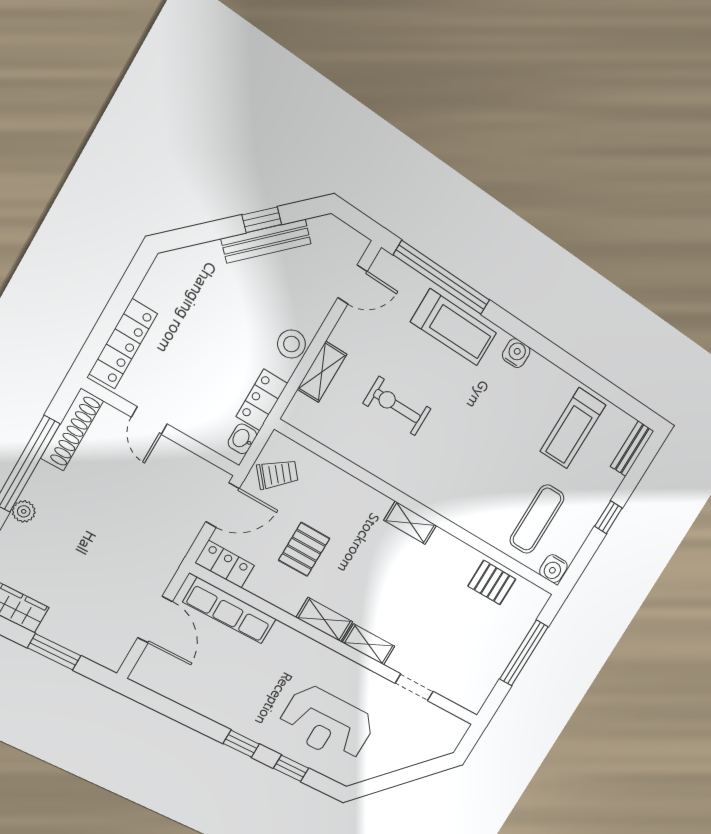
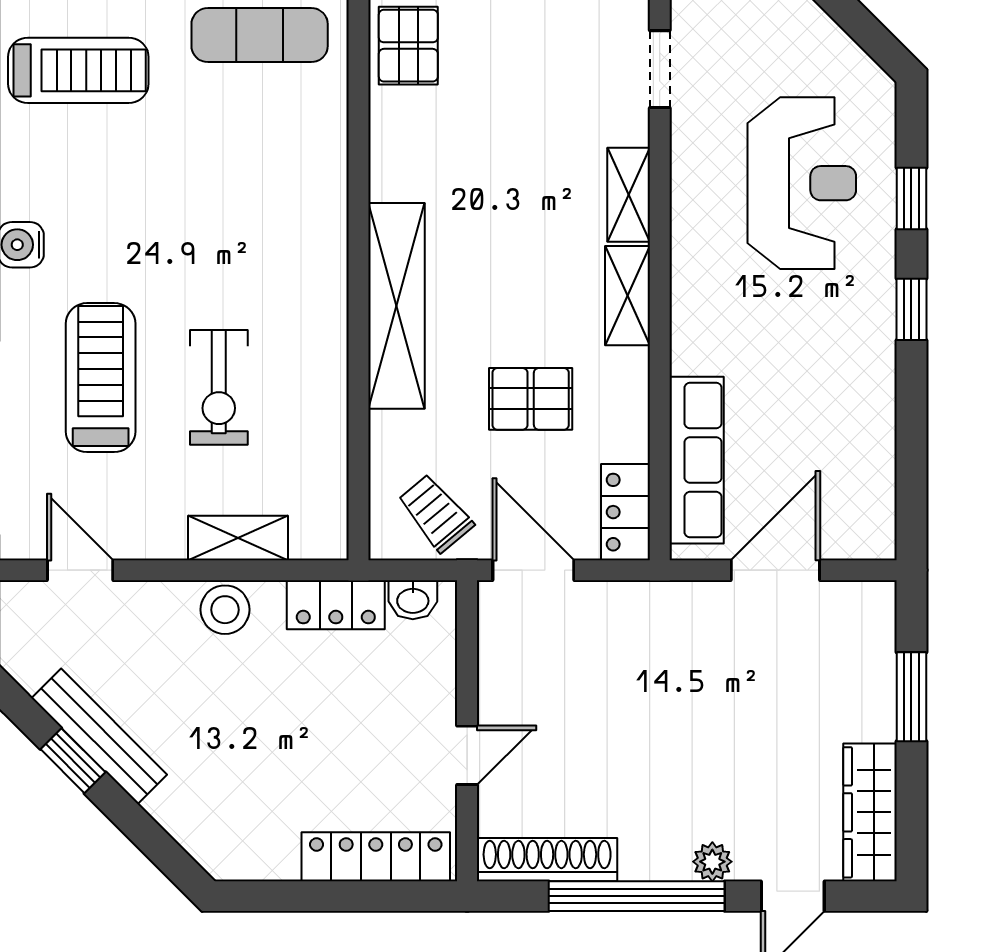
treadmill: (454, 327) -> (101, 378), moved
shelving: (410, 523) -> (396, 306), width x2.20, depth x1.33

